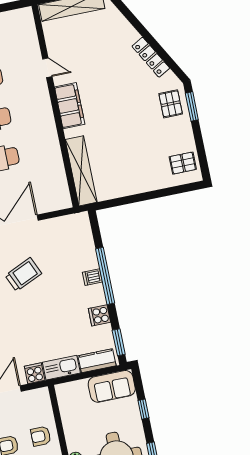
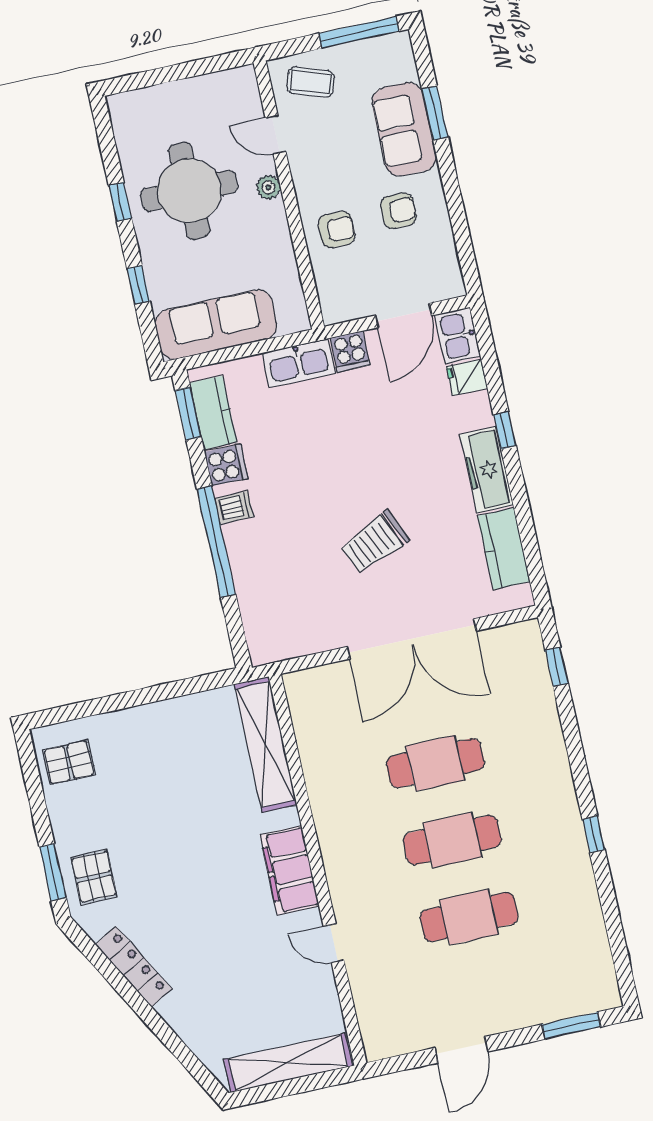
dishwasher: (92, 277) -> (234, 508), moved
kitchen counter: (97, 361) -> (213, 413), moved, turned -90
sofa: (112, 386) -> (216, 325), width x1.36

